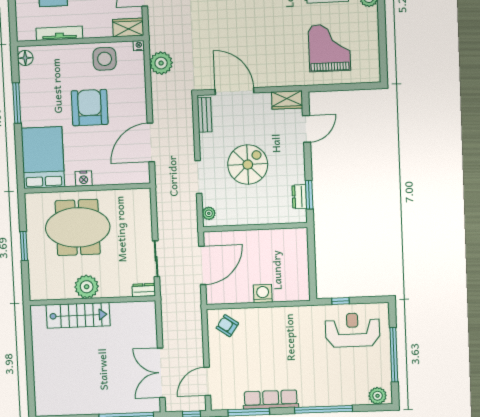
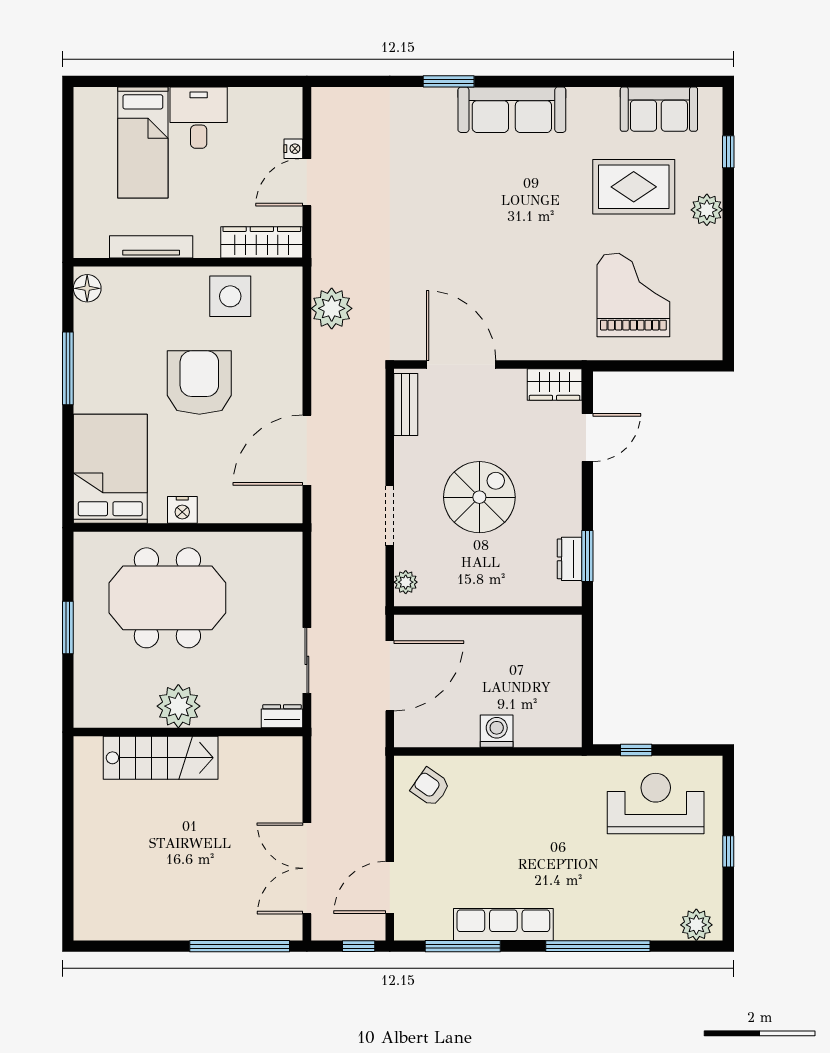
wardrobe: (128, 28) -> (262, 242), width x1.50
nightstand: (139, 46) -> (293, 276), removed
window: (394, 355) -> (728, 851), width x0.32

